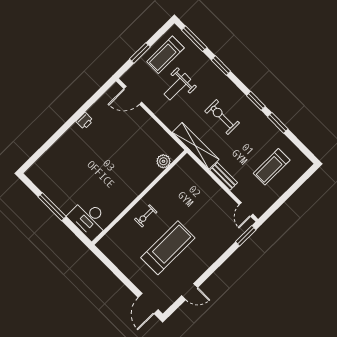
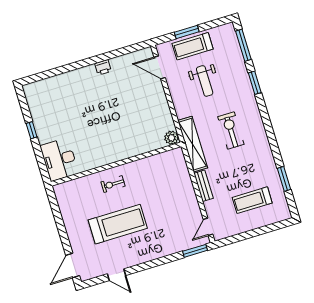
treadmill: (165, 55) -> (193, 46), moved
weight bench: (177, 87) -> (205, 81), turned -90
window: (256, 101) -> (270, 132), removed
window: (278, 123) -> (284, 179), moved
plant: (163, 161) -> (172, 138), moved
window: (52, 207) -> (32, 130), width x0.46

